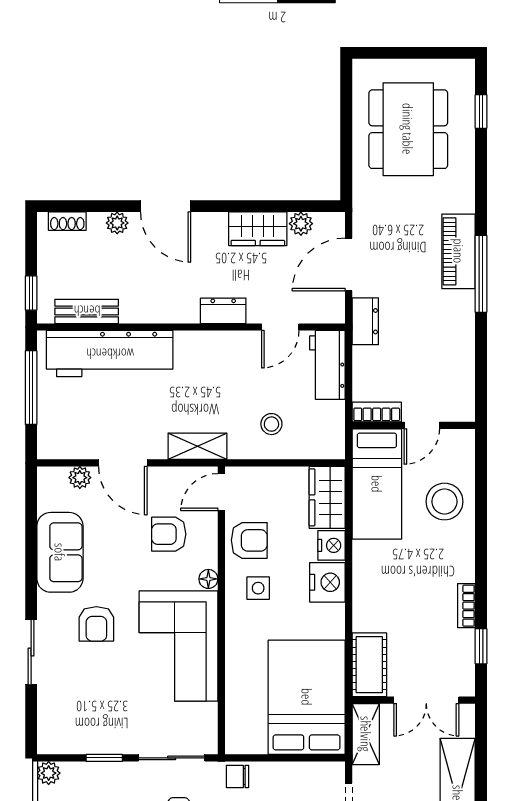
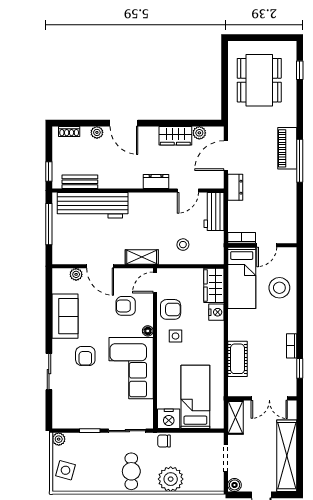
nightstand: (327, 582) -> (169, 419), moved, turned 90
cot: (369, 665) -> (238, 359), moved
bed: (307, 697) -> (195, 397), width x0.67

